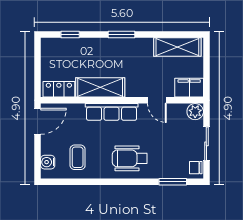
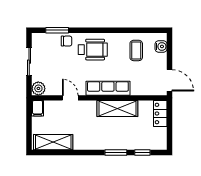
window: (121, 35) -> (116, 152), moved
filing cabinet: (189, 88) -> (38, 108), width x0.50
locker: (59, 89) -> (160, 114), moved, turned 90
door: (38, 121) -> (169, 80), swing flipped
chair: (196, 168) -> (67, 41), moved

